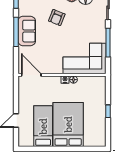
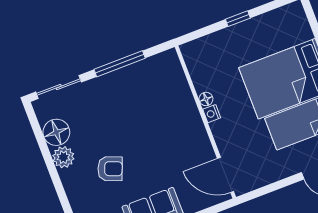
corner sofa: (85, 58) -> (162, 94), removed
door: (31, 75) -> (226, 175), hinge flipped

